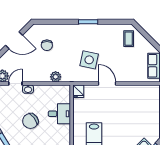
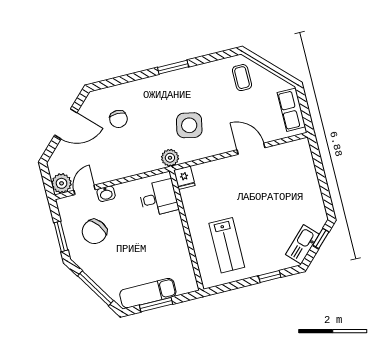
plant: (56, 77) -> (170, 158), moved
door: (107, 84) -> (251, 149), moved
desk: (59, 114) -> (158, 198), moved
chair: (30, 121) -> (94, 232), moved

